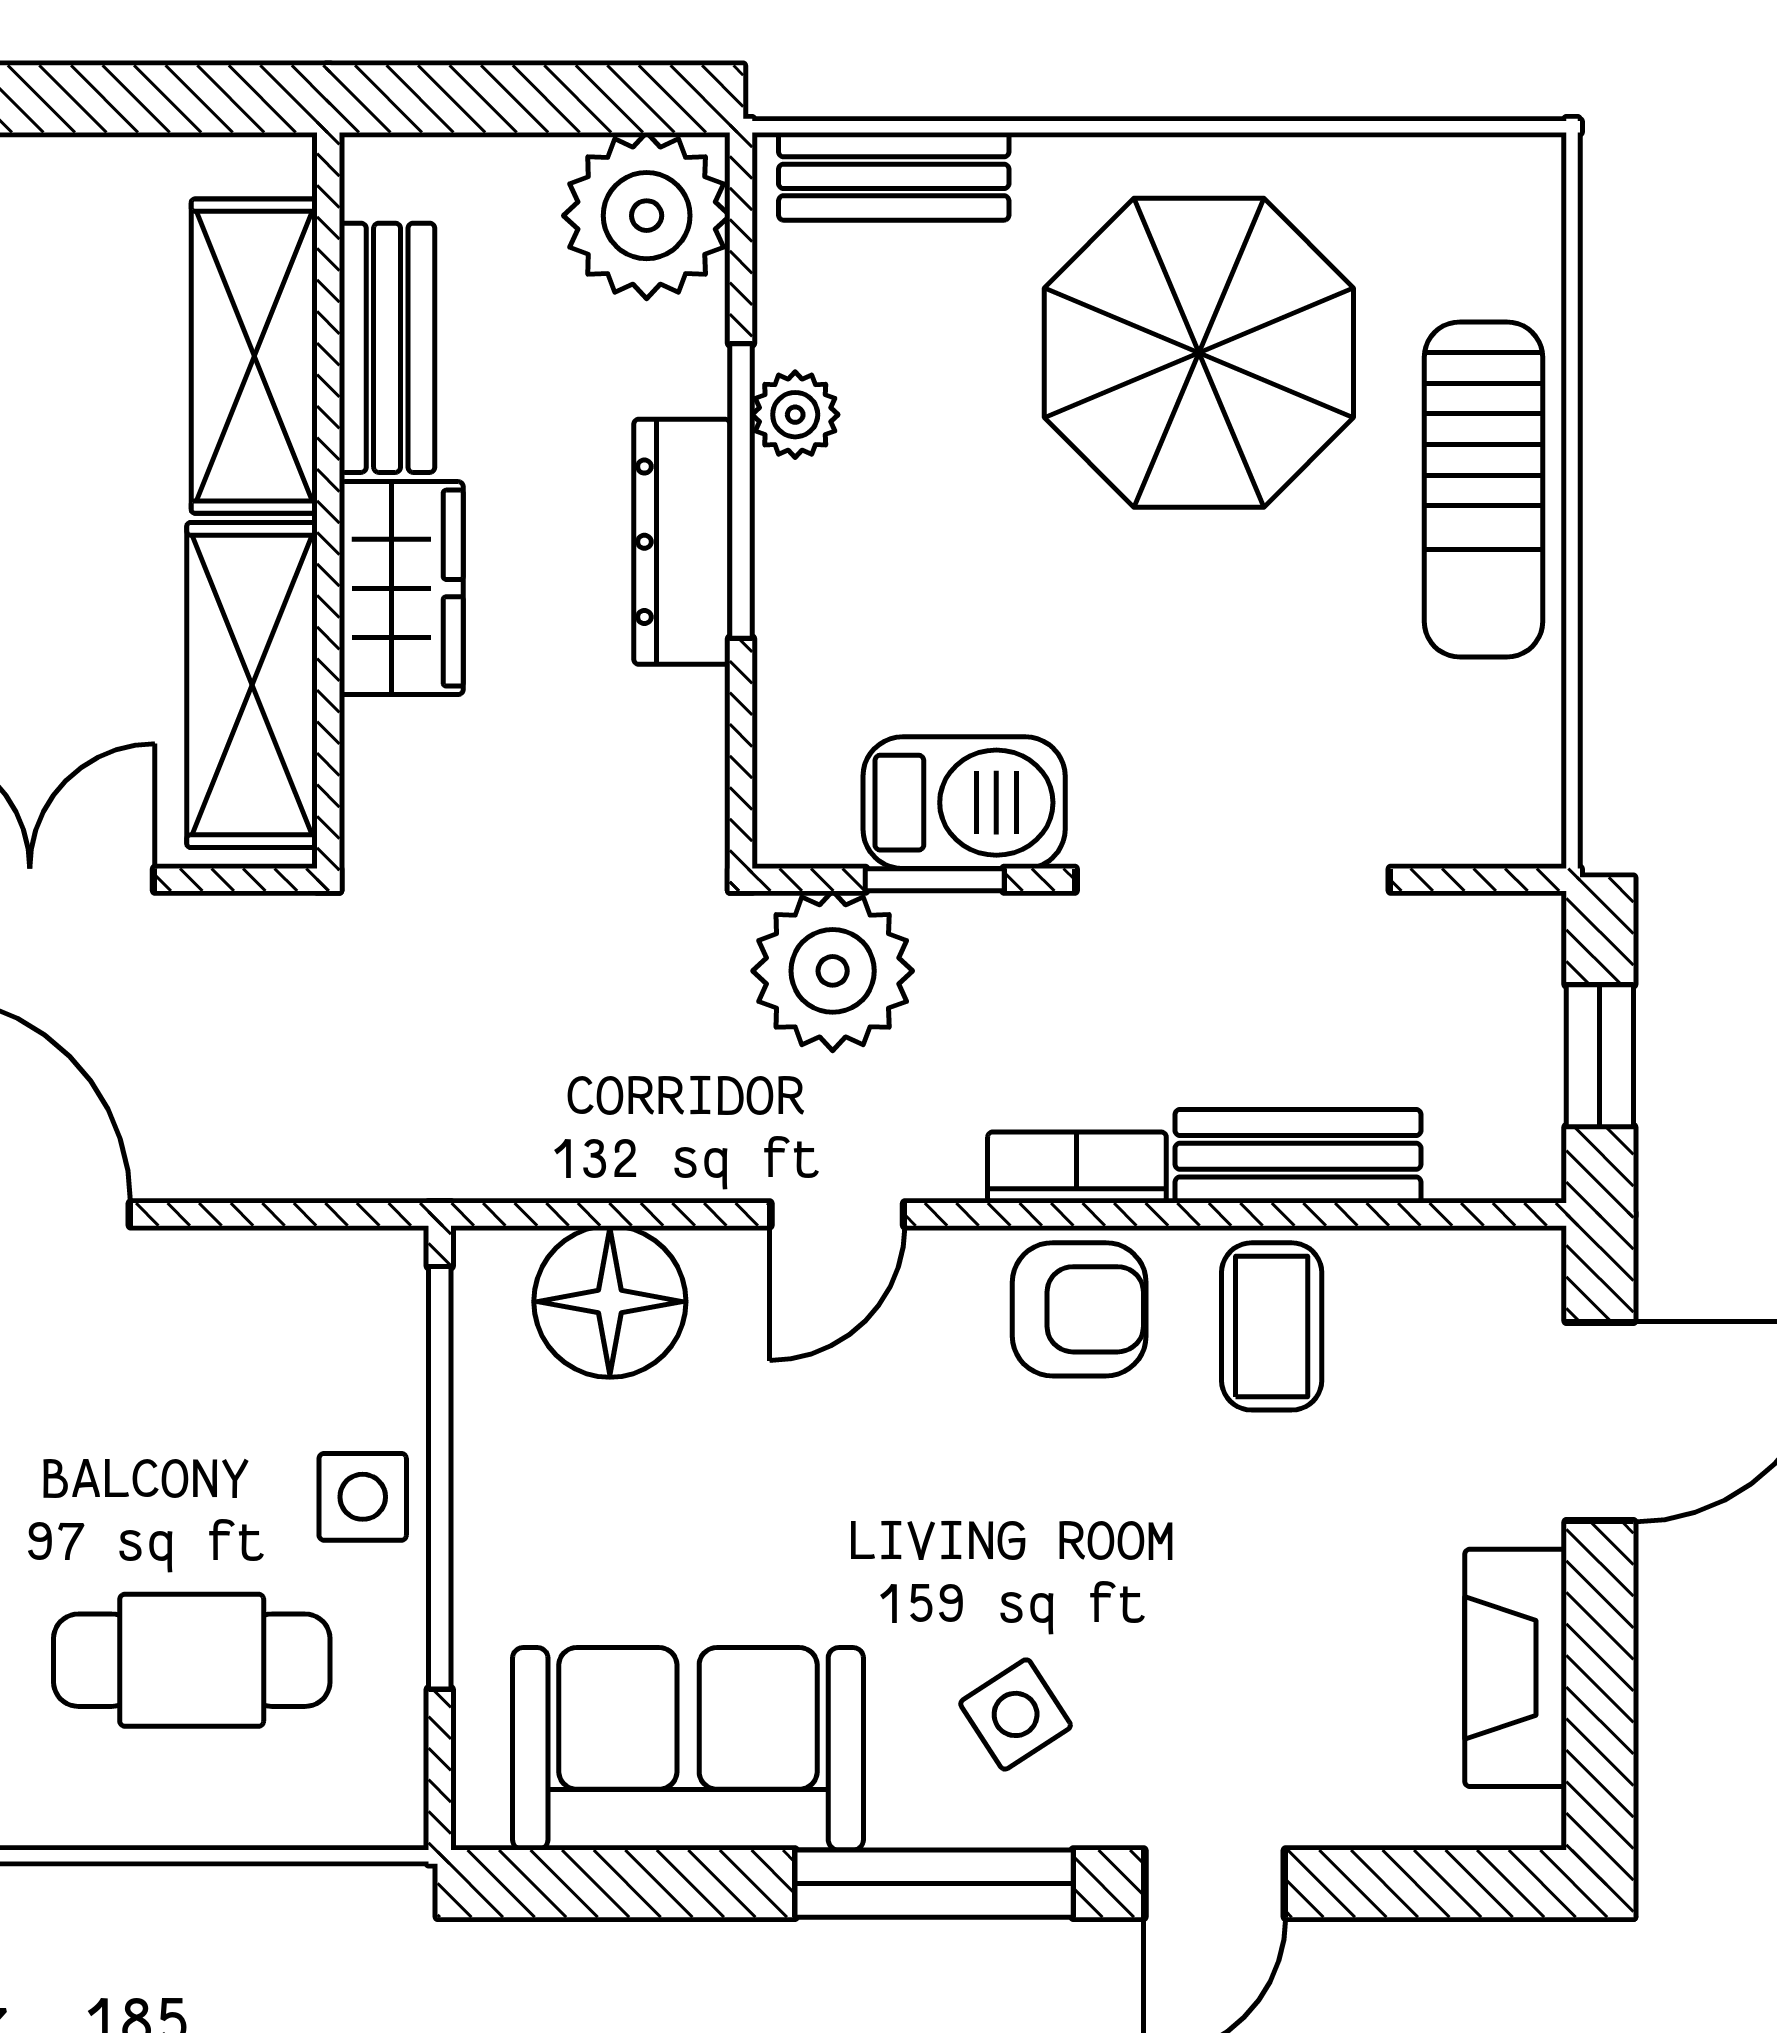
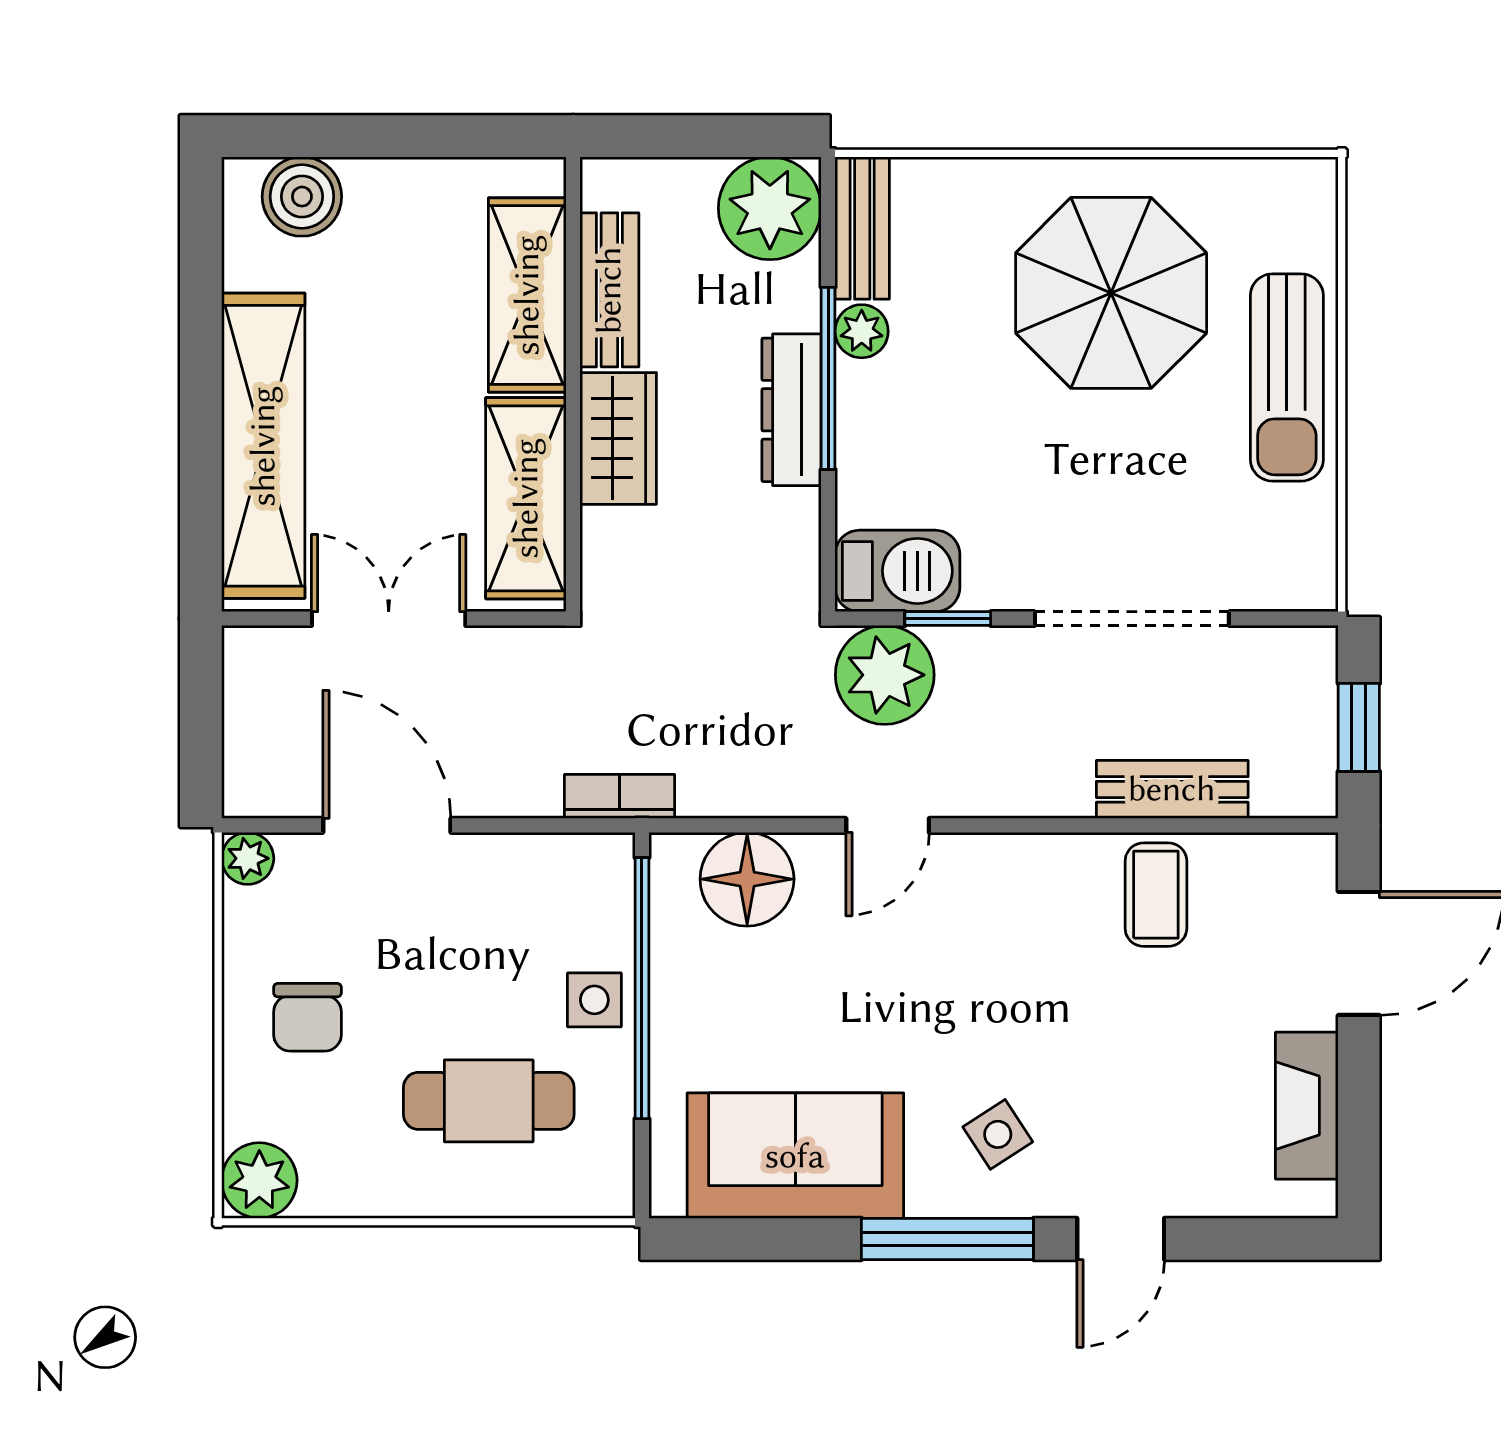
bench: (894, 176) -> (862, 228), moved, turned 90
barbecue: (964, 803) -> (897, 571), moved
bookcase: (1077, 1168) -> (620, 796), moved
armchair: (1079, 1309) -> (1037, 884), removed

